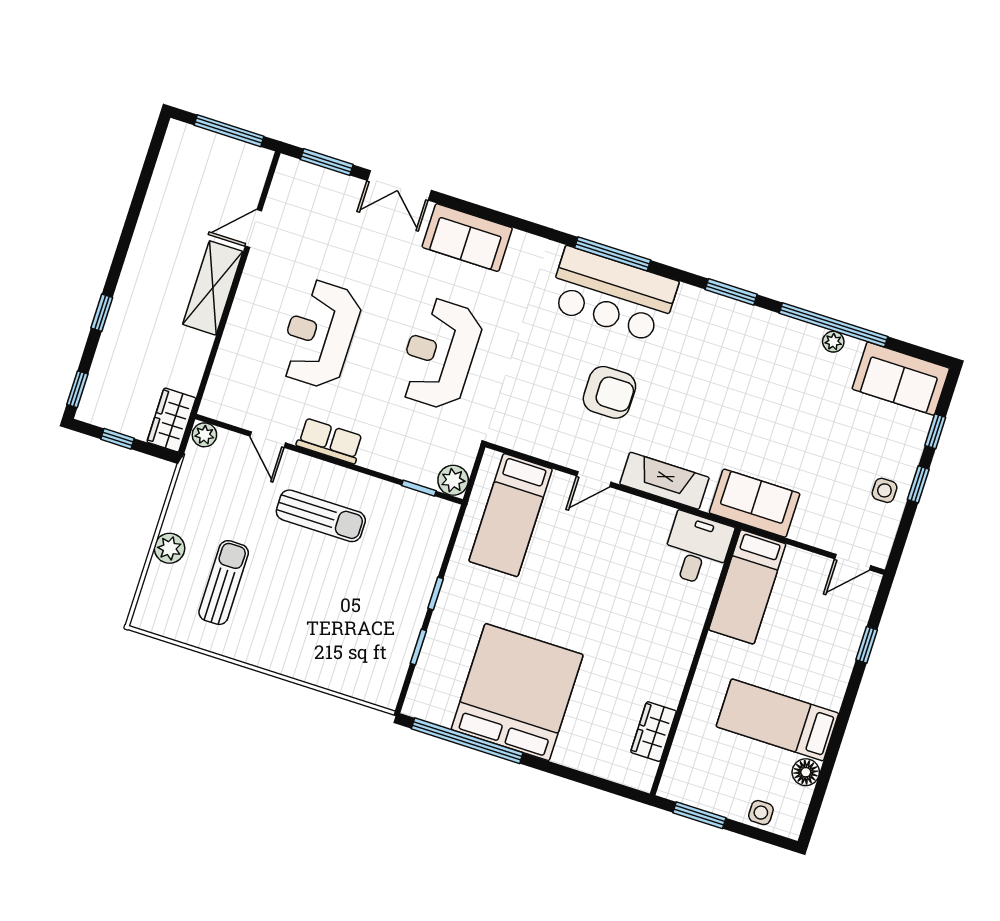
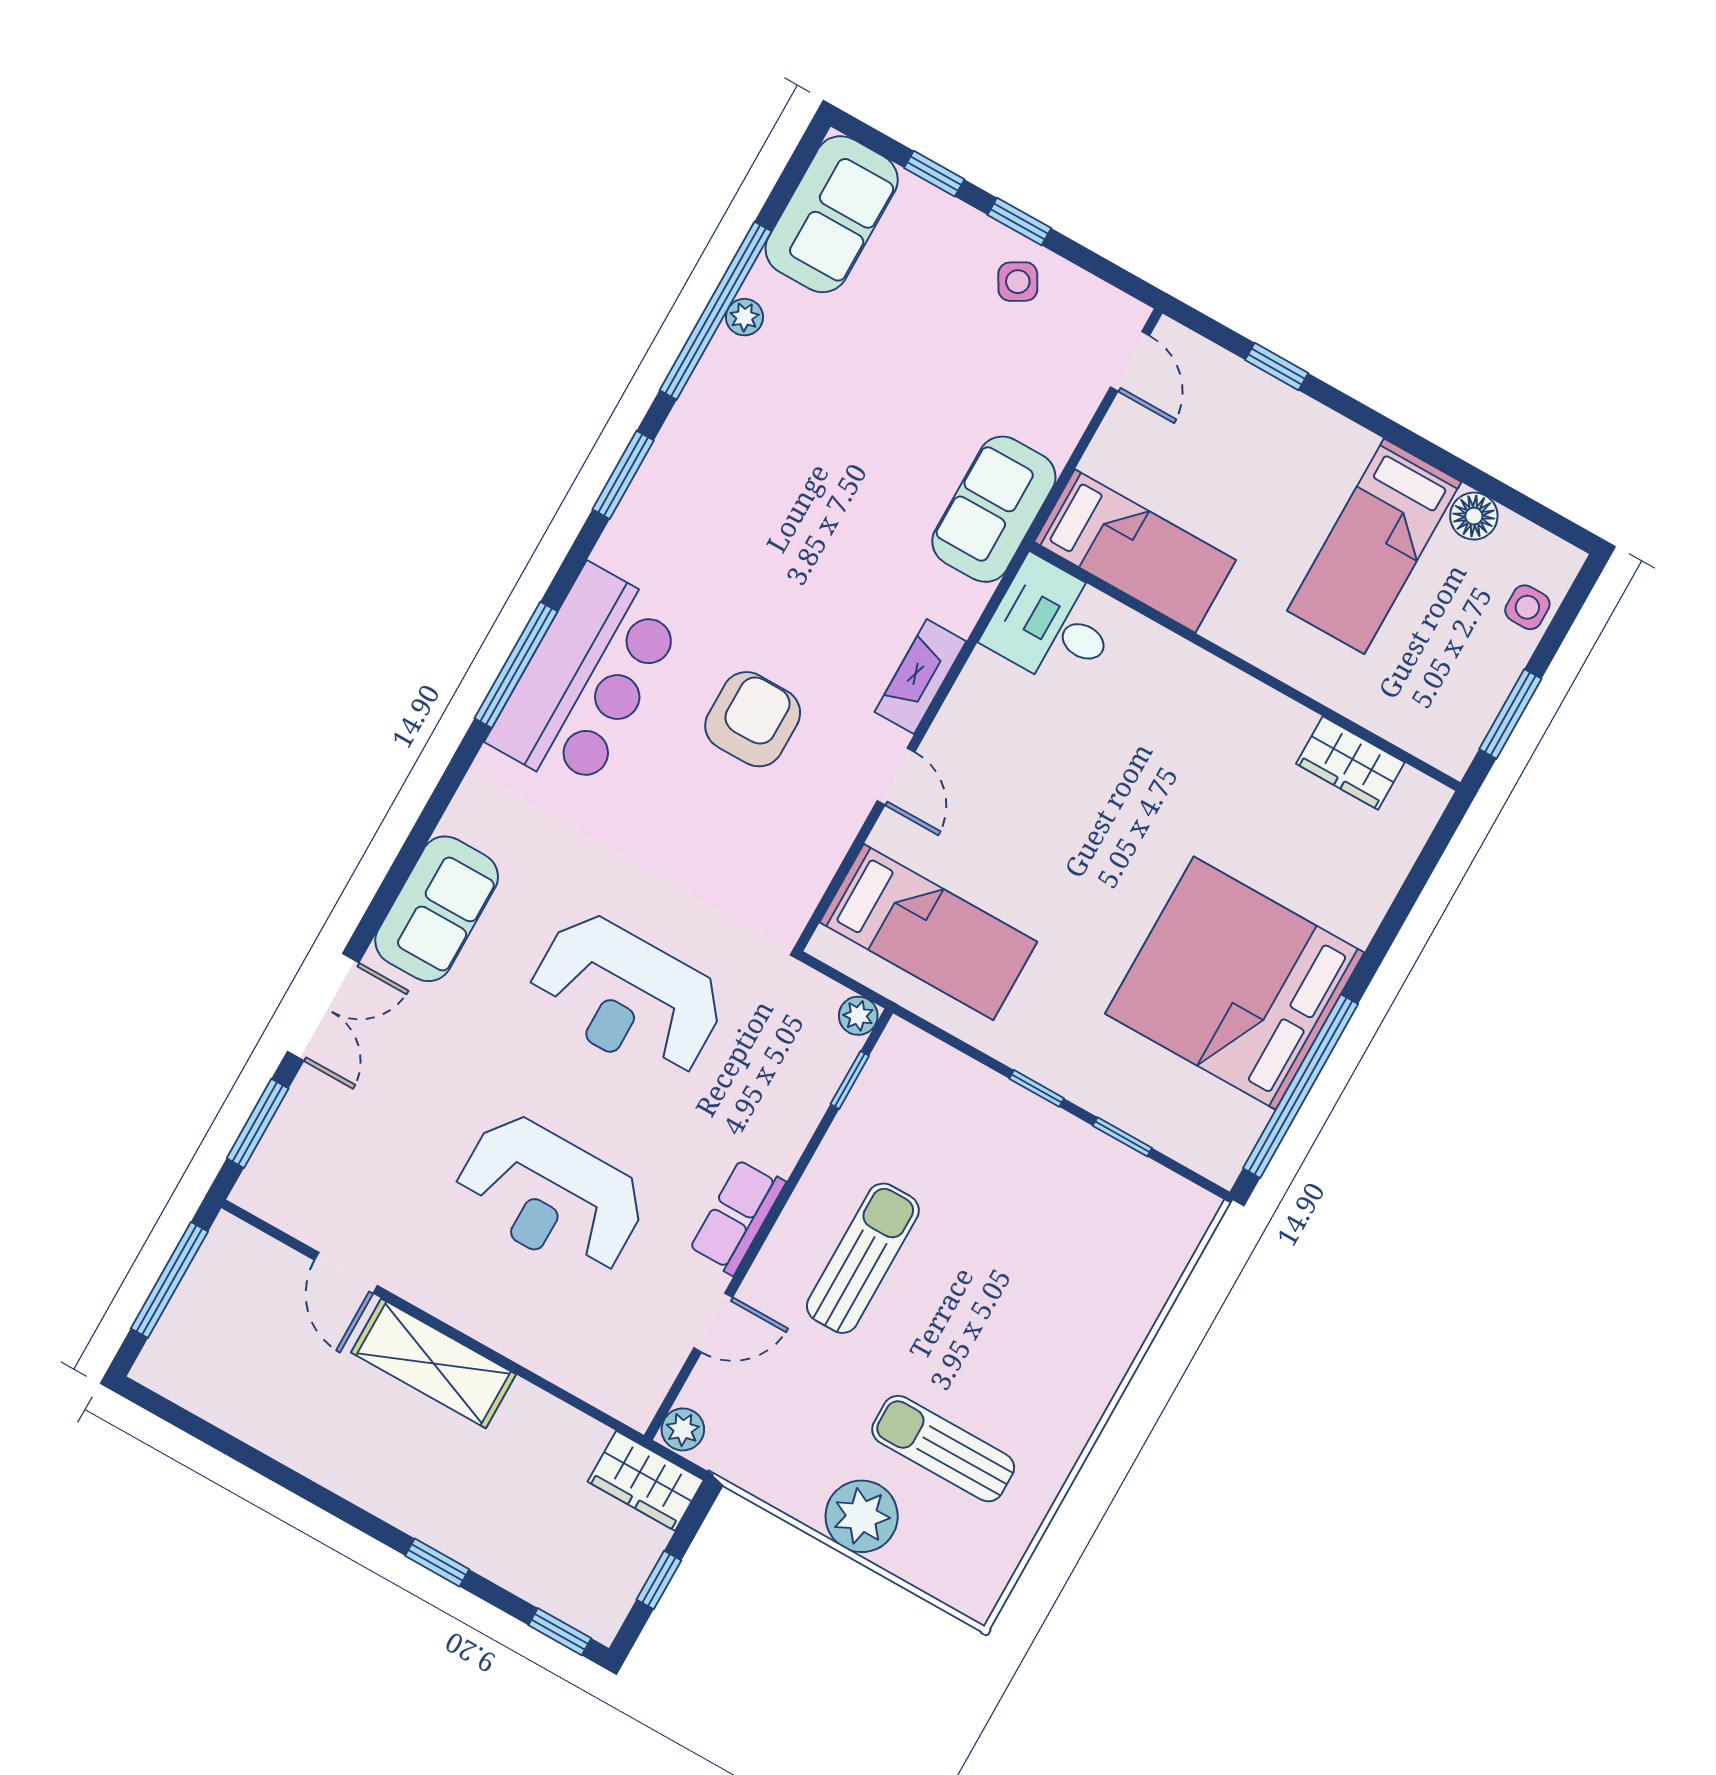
plant: (453, 480) -> (858, 1016), width x0.73, depth x0.73
fireplace: (664, 481) -> (920, 677), width x0.73, depth x0.76
side table: (884, 490) -> (1018, 282), turned -30
plant: (169, 548) -> (862, 1516), width x1.36, depth x1.36

